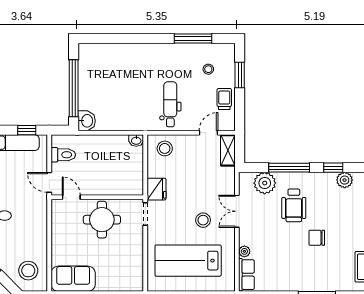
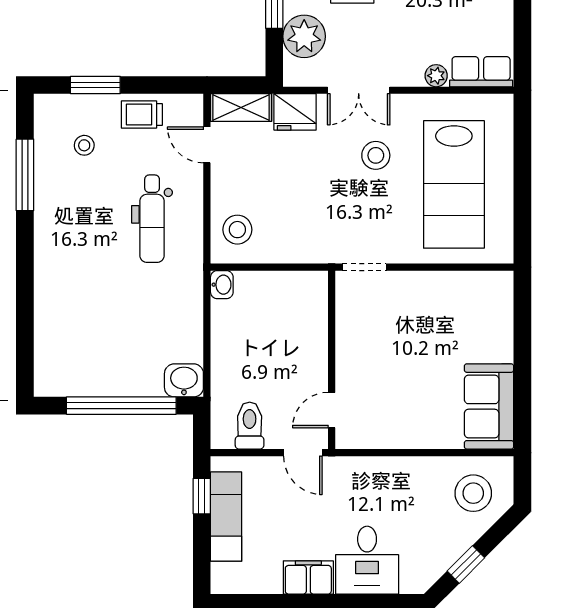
dental chair: (170, 104) -> (152, 219), turned -90
door: (49, 182) -> (303, 453), hinge flipped
fridge: (156, 189) -> (295, 112), moved, turned 180
round table: (102, 220) -> (375, 351), removed

